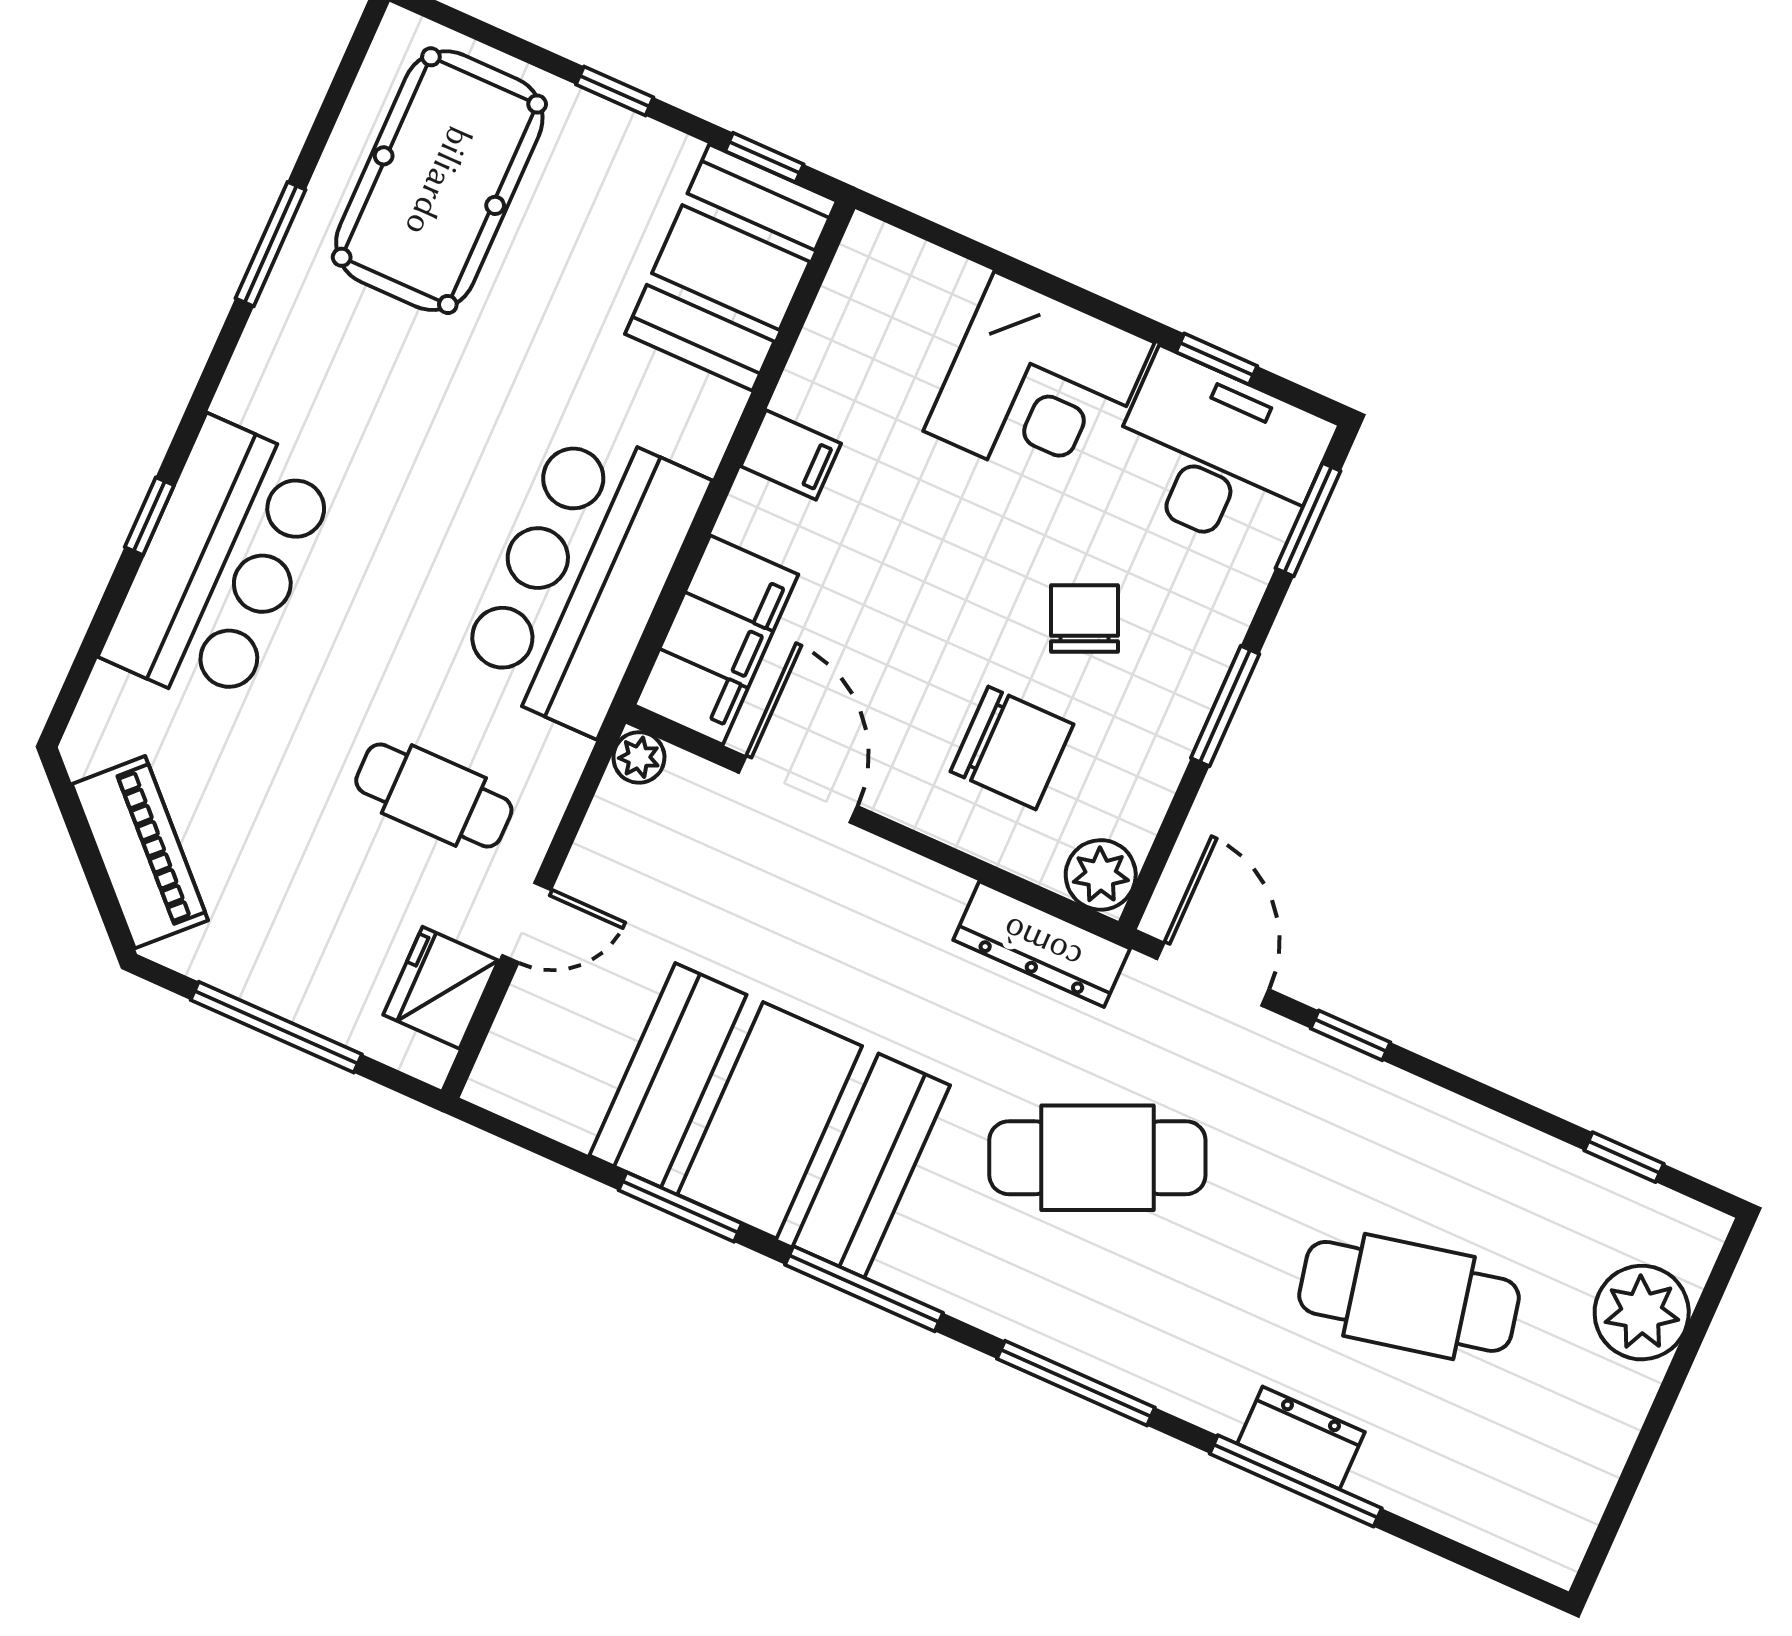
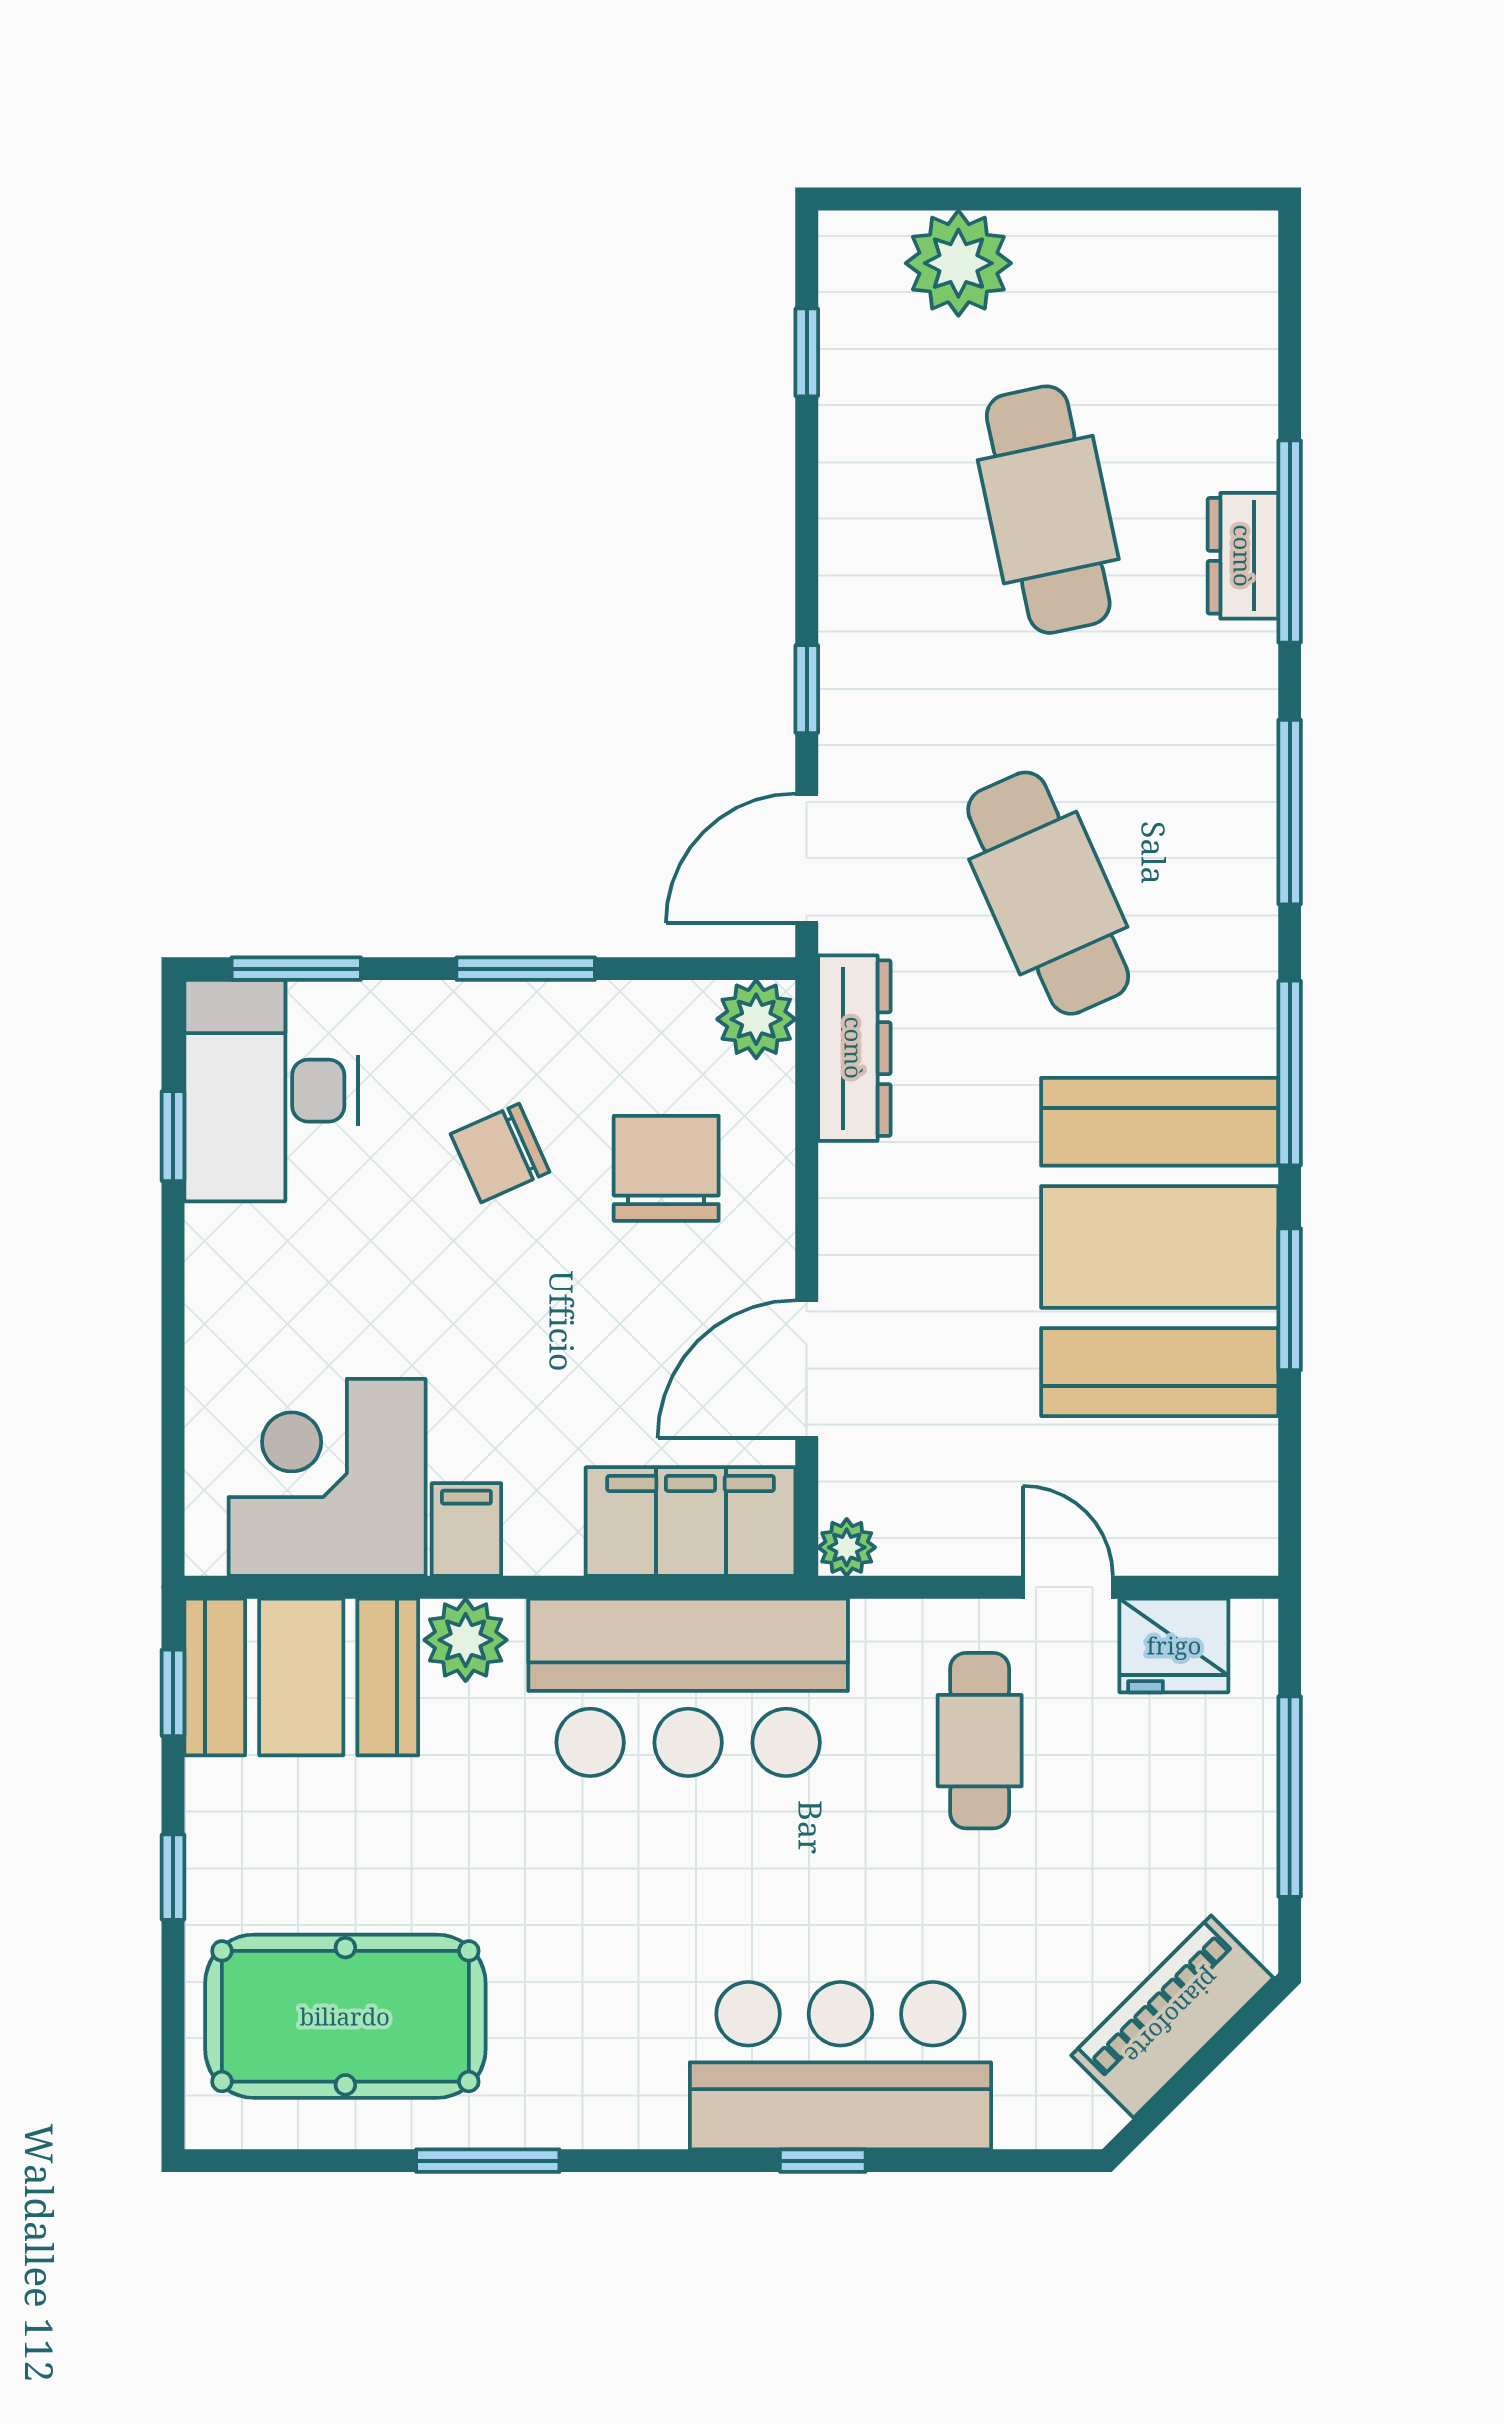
corner desk: (1039, 387) -> (327, 1477), moved, turned -90
plant: (702, 414) -> (466, 1640), added

